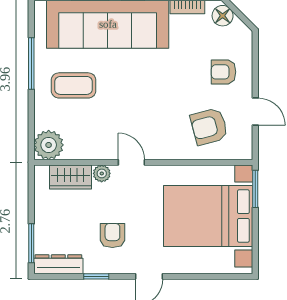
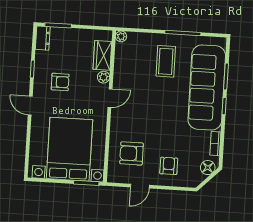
armchair: (209, 127) -> (131, 153), turned -75
plant: (49, 145) -> (121, 36), width x0.53, depth x0.53
dresser: (58, 264) -> (43, 38), width x0.70

